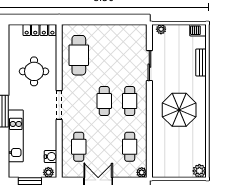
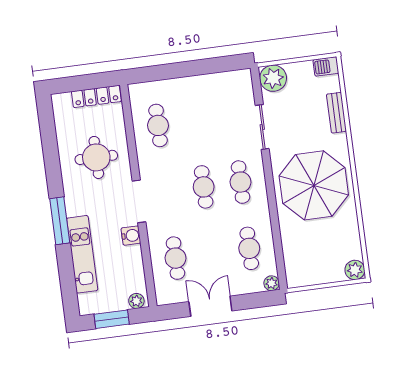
plant: (161, 29) -> (273, 78), width x1.88, depth x1.88
cafe table: (79, 55) -> (158, 125), width x0.73, depth x0.74
parasol: (179, 110) -> (314, 185), width x1.36, depth x1.36
water cooler: (51, 157) -> (131, 236), moved

